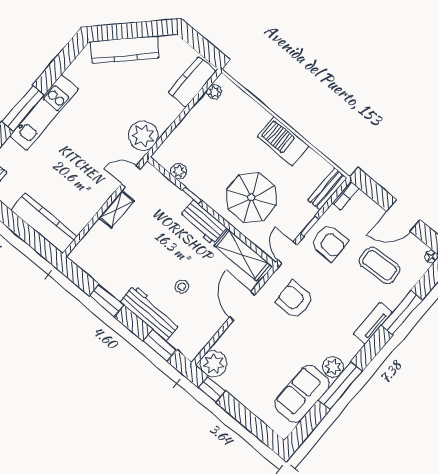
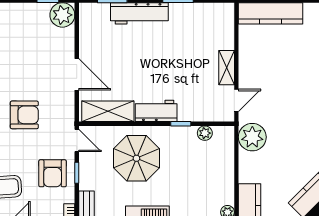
armchair: (329, 242) -> (53, 173), turned -90
stool: (182, 287) -> (132, 51), removed
armchair: (295, 300) -> (24, 115), moved

